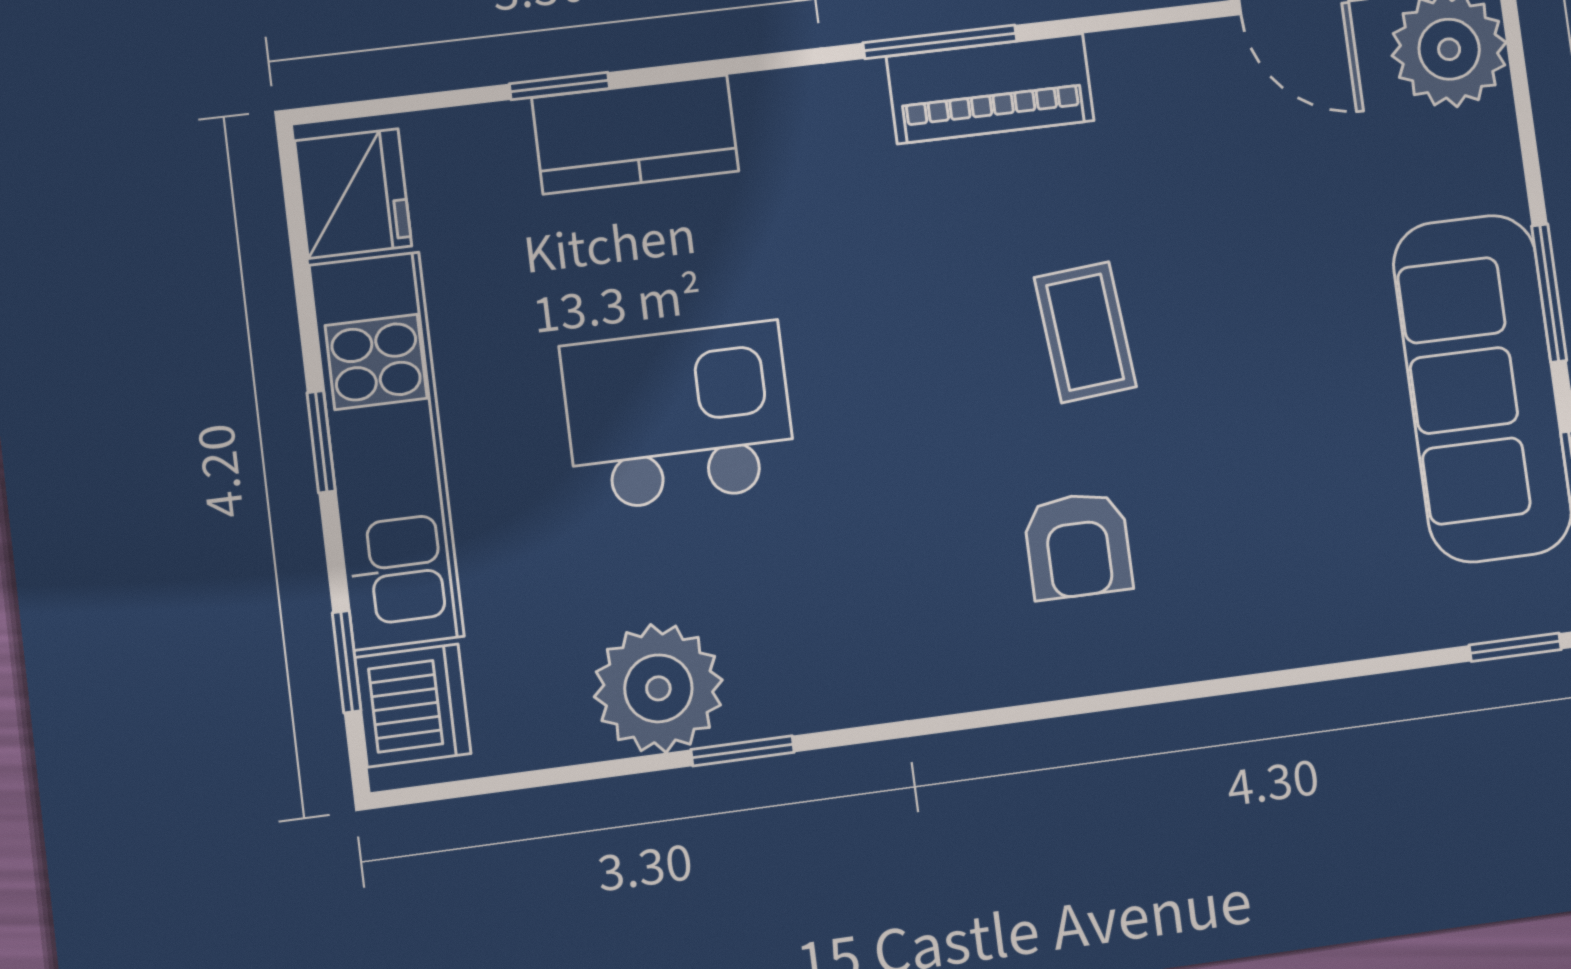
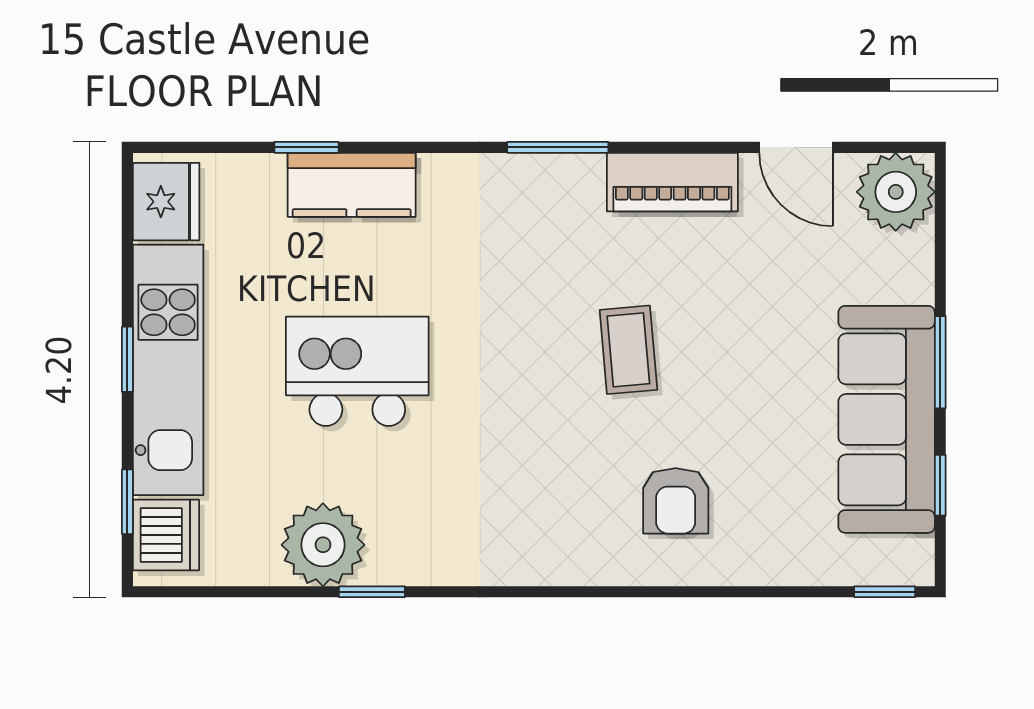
piano: (990, 89) -> (672, 182), moved
armchair: (1078, 545) -> (676, 501), moved

